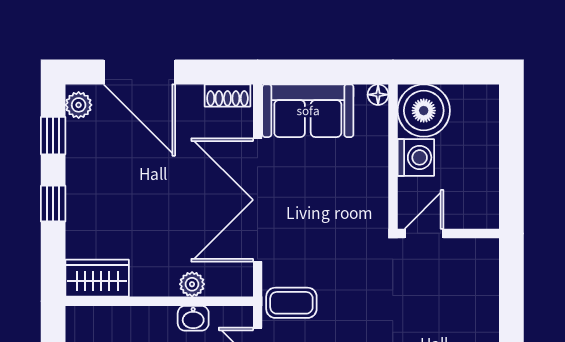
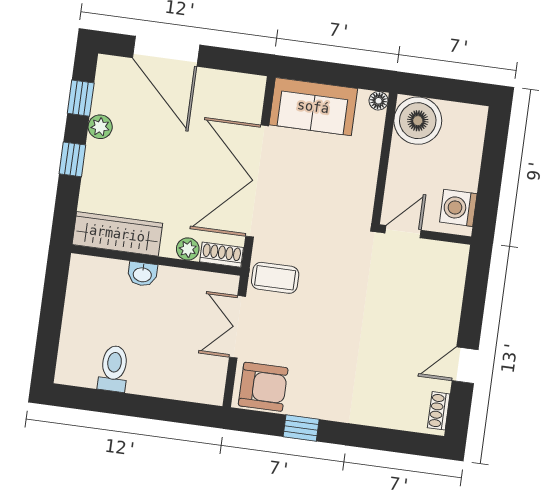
shoe rack: (227, 95) -> (222, 255), moved, turned 180
plant: (79, 105) -> (100, 127), moved
washing machine: (416, 157) -> (458, 208), moved, turned 180
wardrobe: (97, 278) -> (117, 234), width x1.50
washbasin: (193, 318) -> (142, 274), moved

